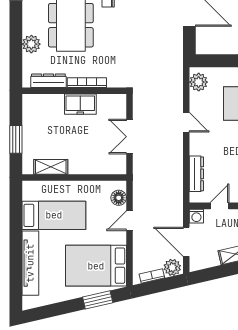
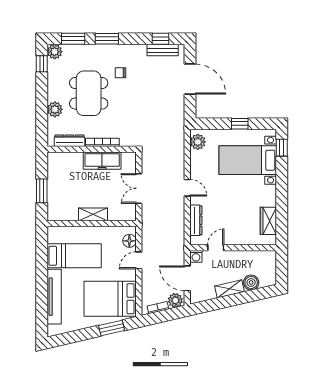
freezer: (80, 104) -> (102, 161), width x1.40
door: (186, 122) -> (187, 188), moved
shelving: (51, 167) -> (93, 214), moved

